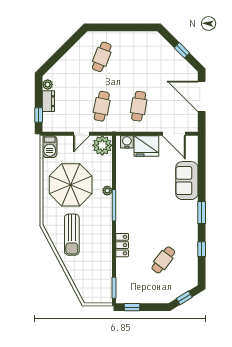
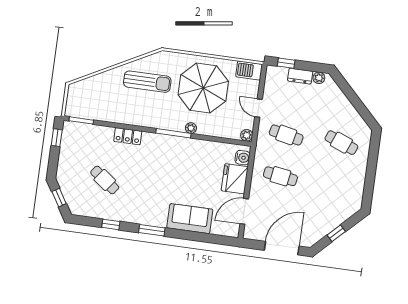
plant: (102, 145) -> (247, 135), width x0.53, depth x0.53
sun lounger: (72, 235) -> (147, 82), turned 180

